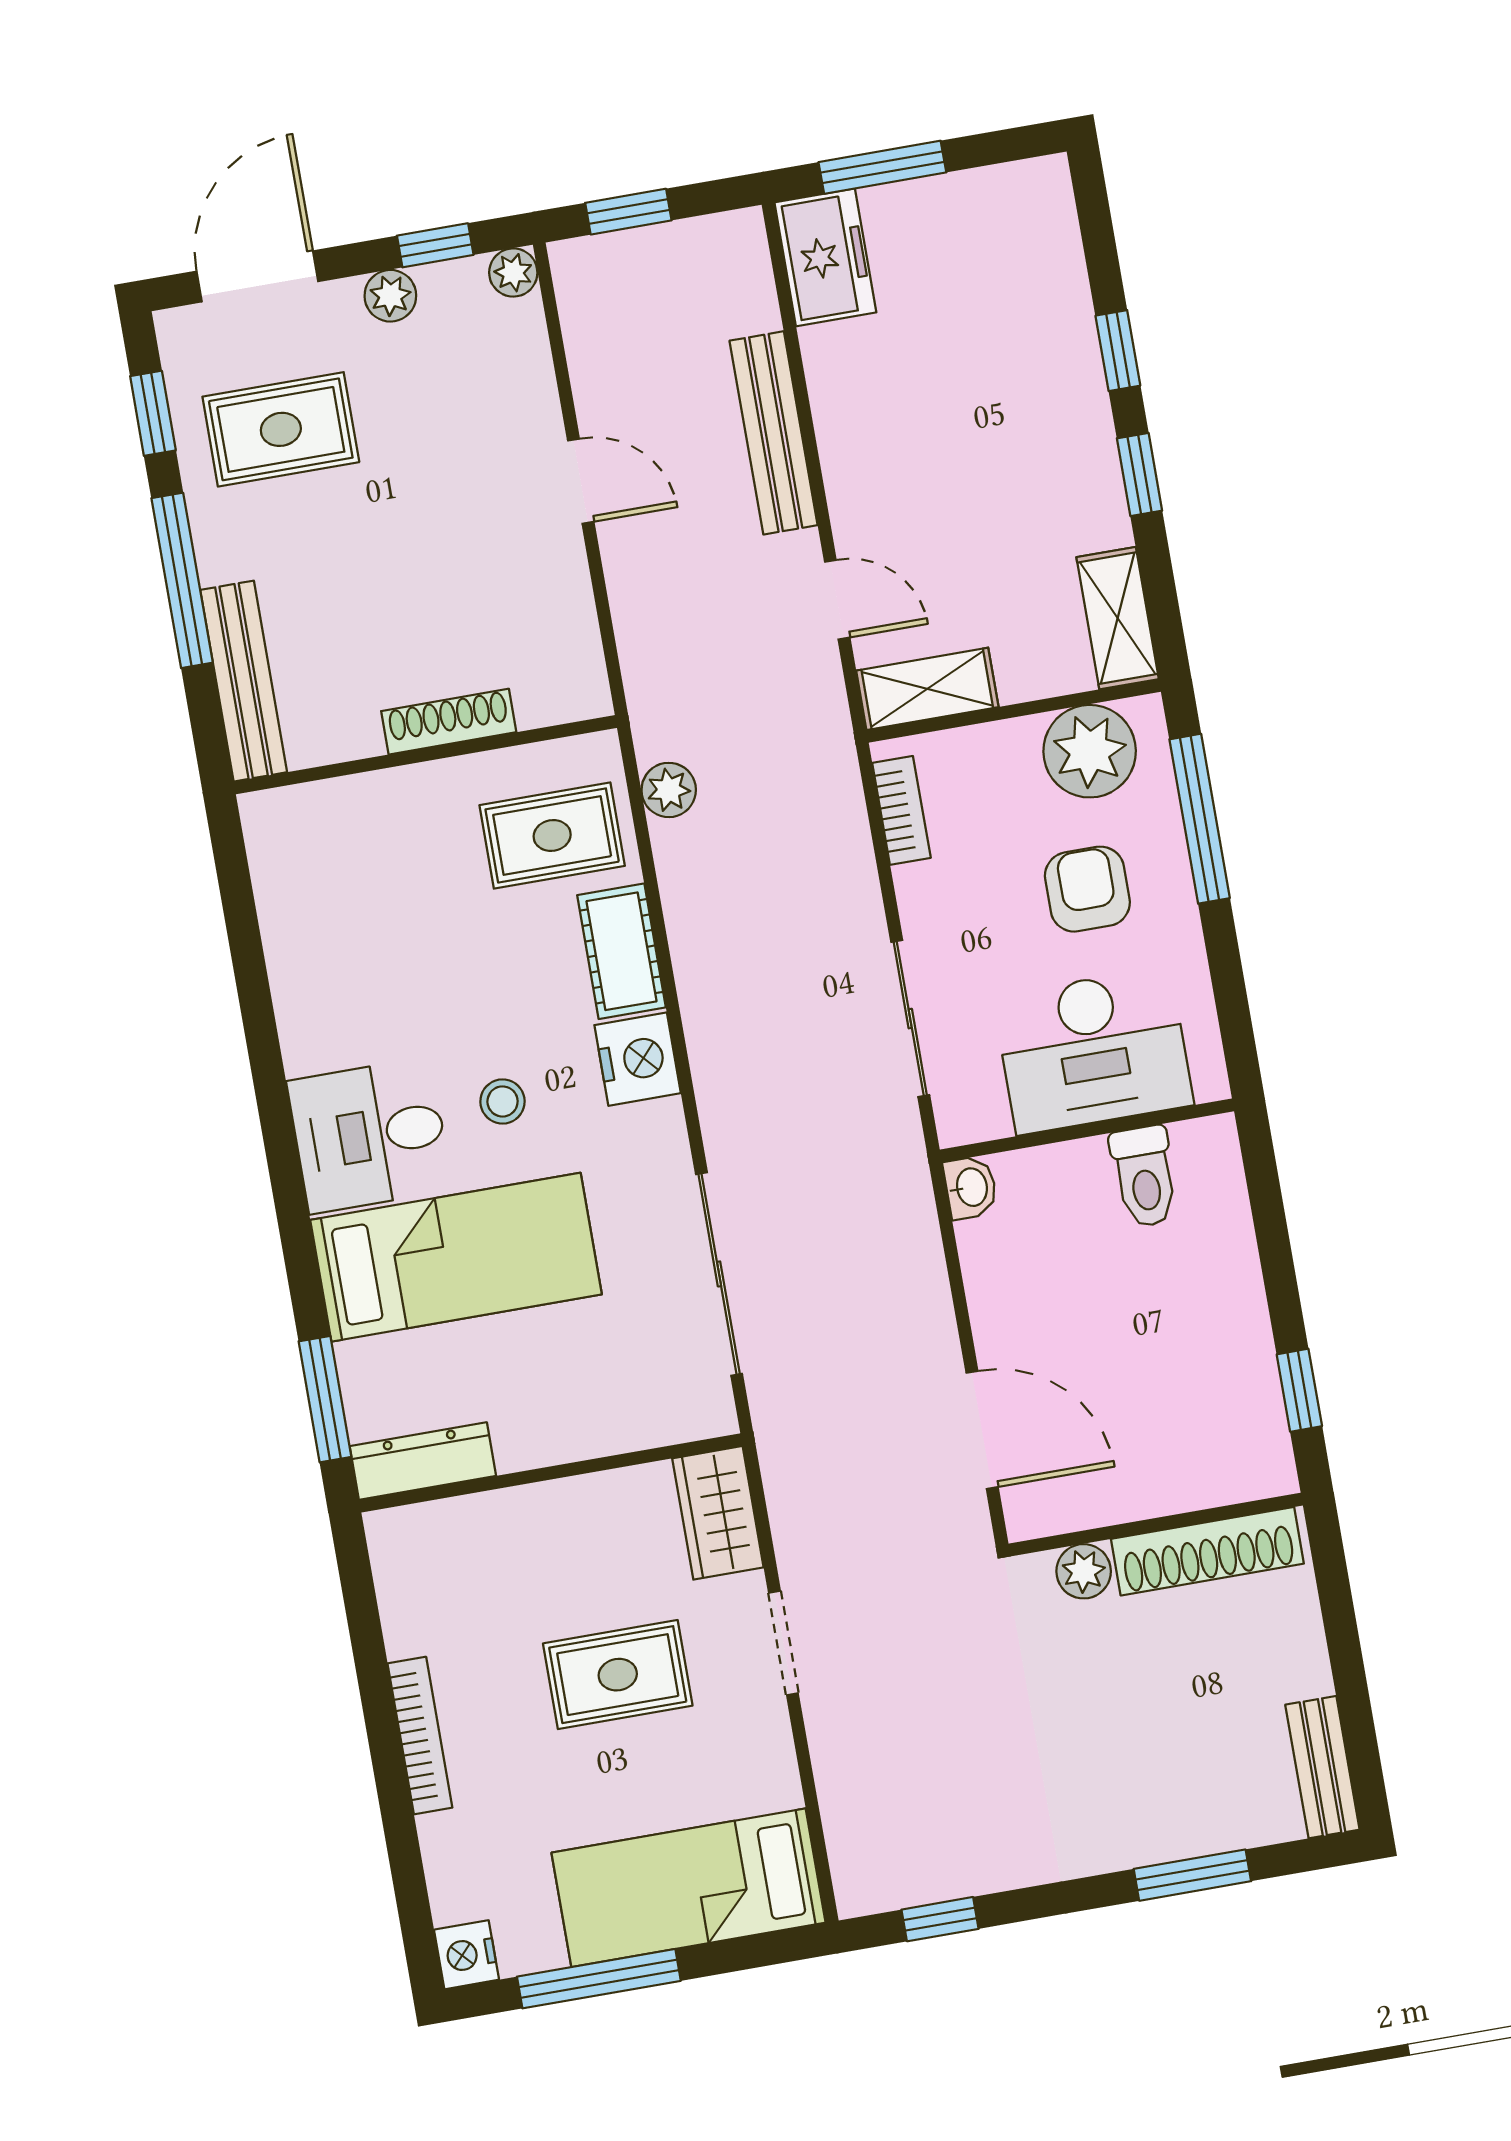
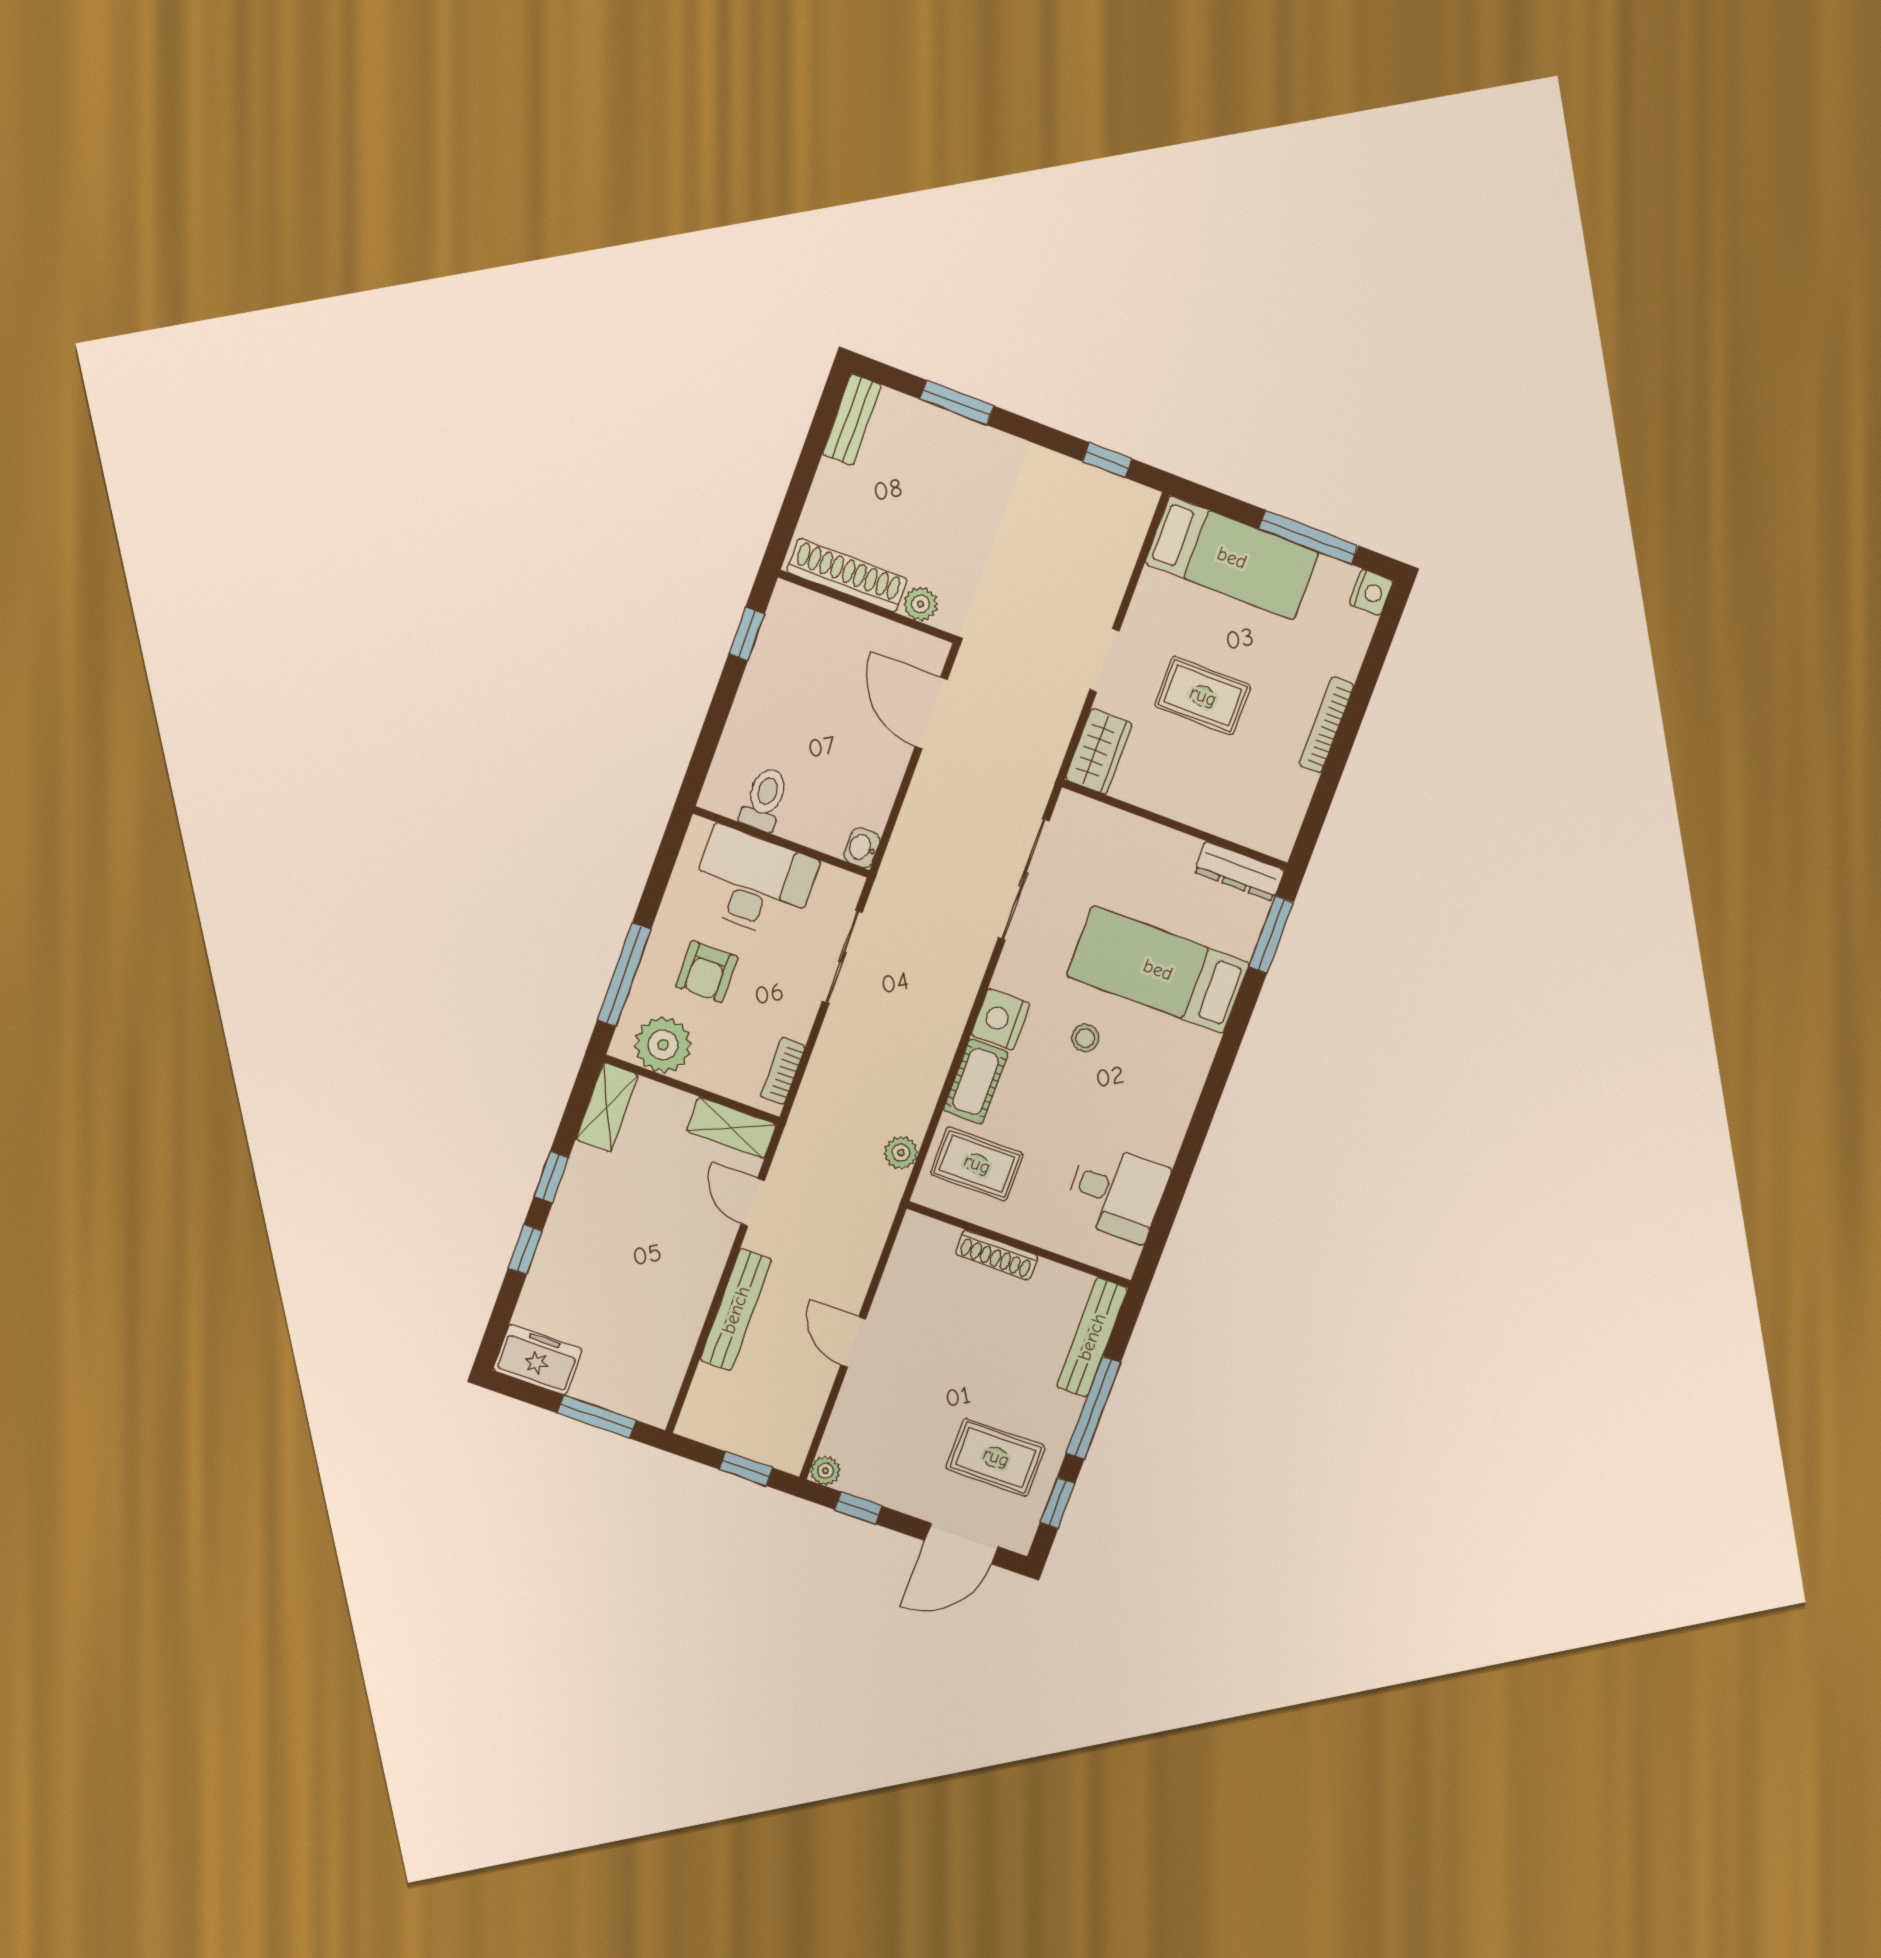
freezer: (825, 257) -> (538, 1360), moved, turned 90
plant: (390, 296) -> (897, 1495), removed
desk: (370, 1135) -> (1116, 1192), moved

